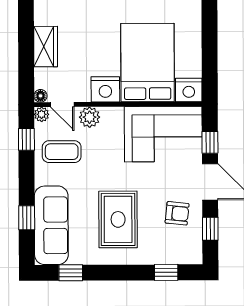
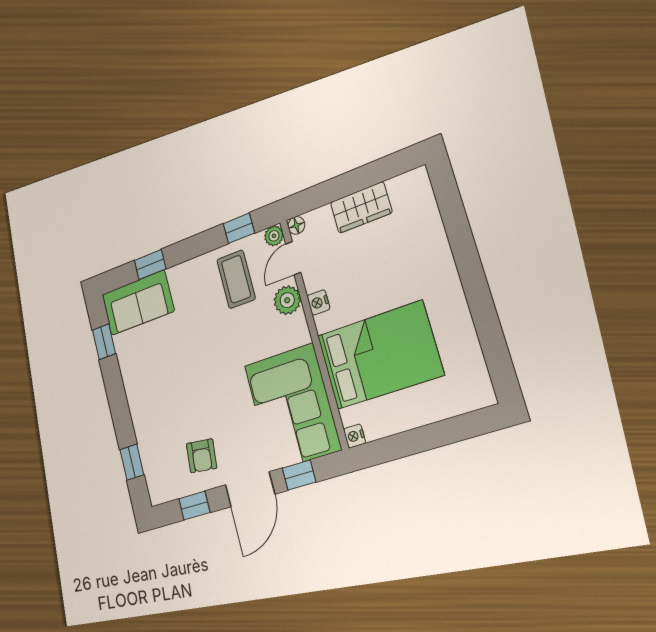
nightstand: (105, 89) -> (318, 302), width x0.53, depth x0.56
nightstand: (189, 90) -> (355, 436), width x0.53, depth x0.56
rug: (118, 219) -> (176, 381), removed
sofa: (51, 225) -> (138, 303), width x0.73

